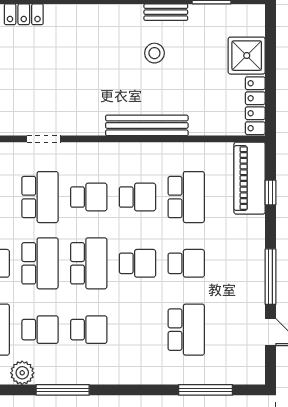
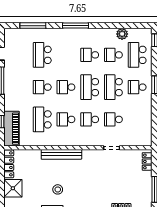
school desk: (40, 197) -> (113, 119), width x0.54
window: (63, 390) -> (76, 26), moved

